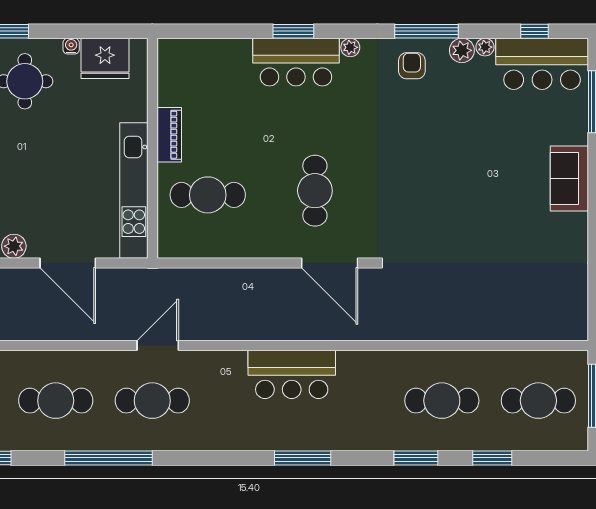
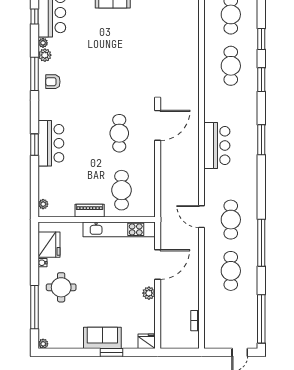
plant: (350, 47) -> (43, 204), moved
cafe table: (315, 191) -> (119, 133), turned 90

